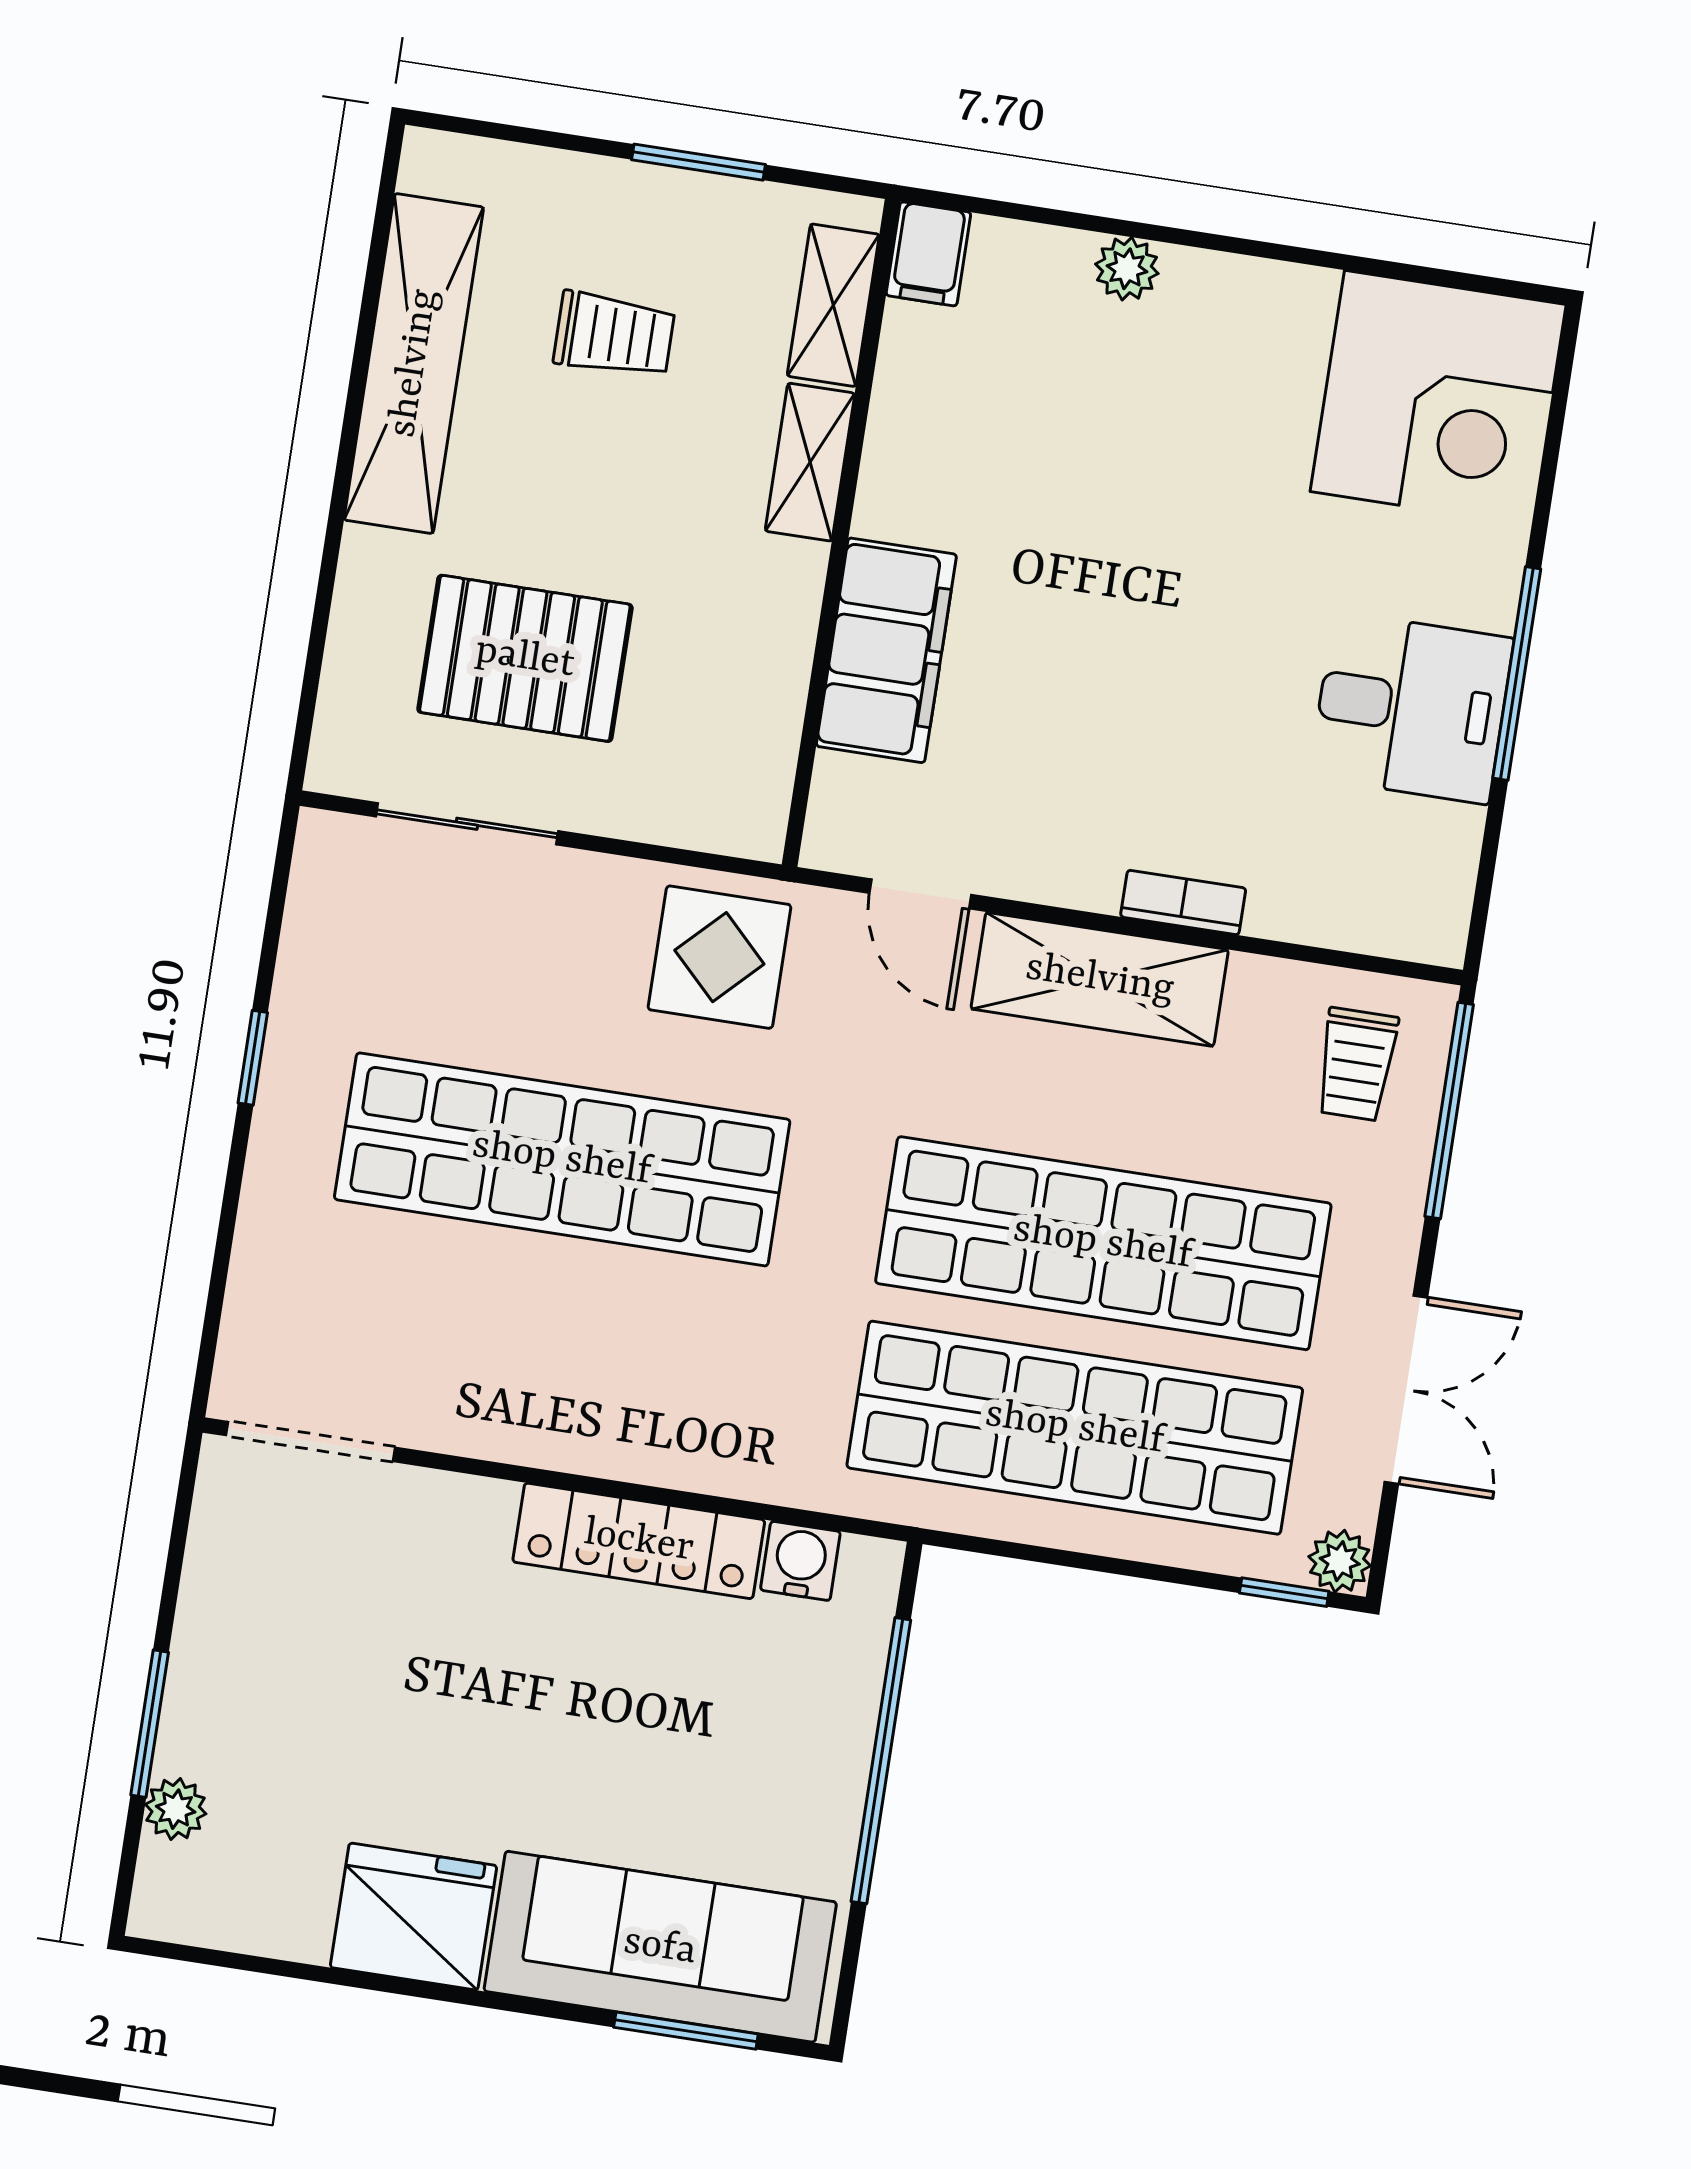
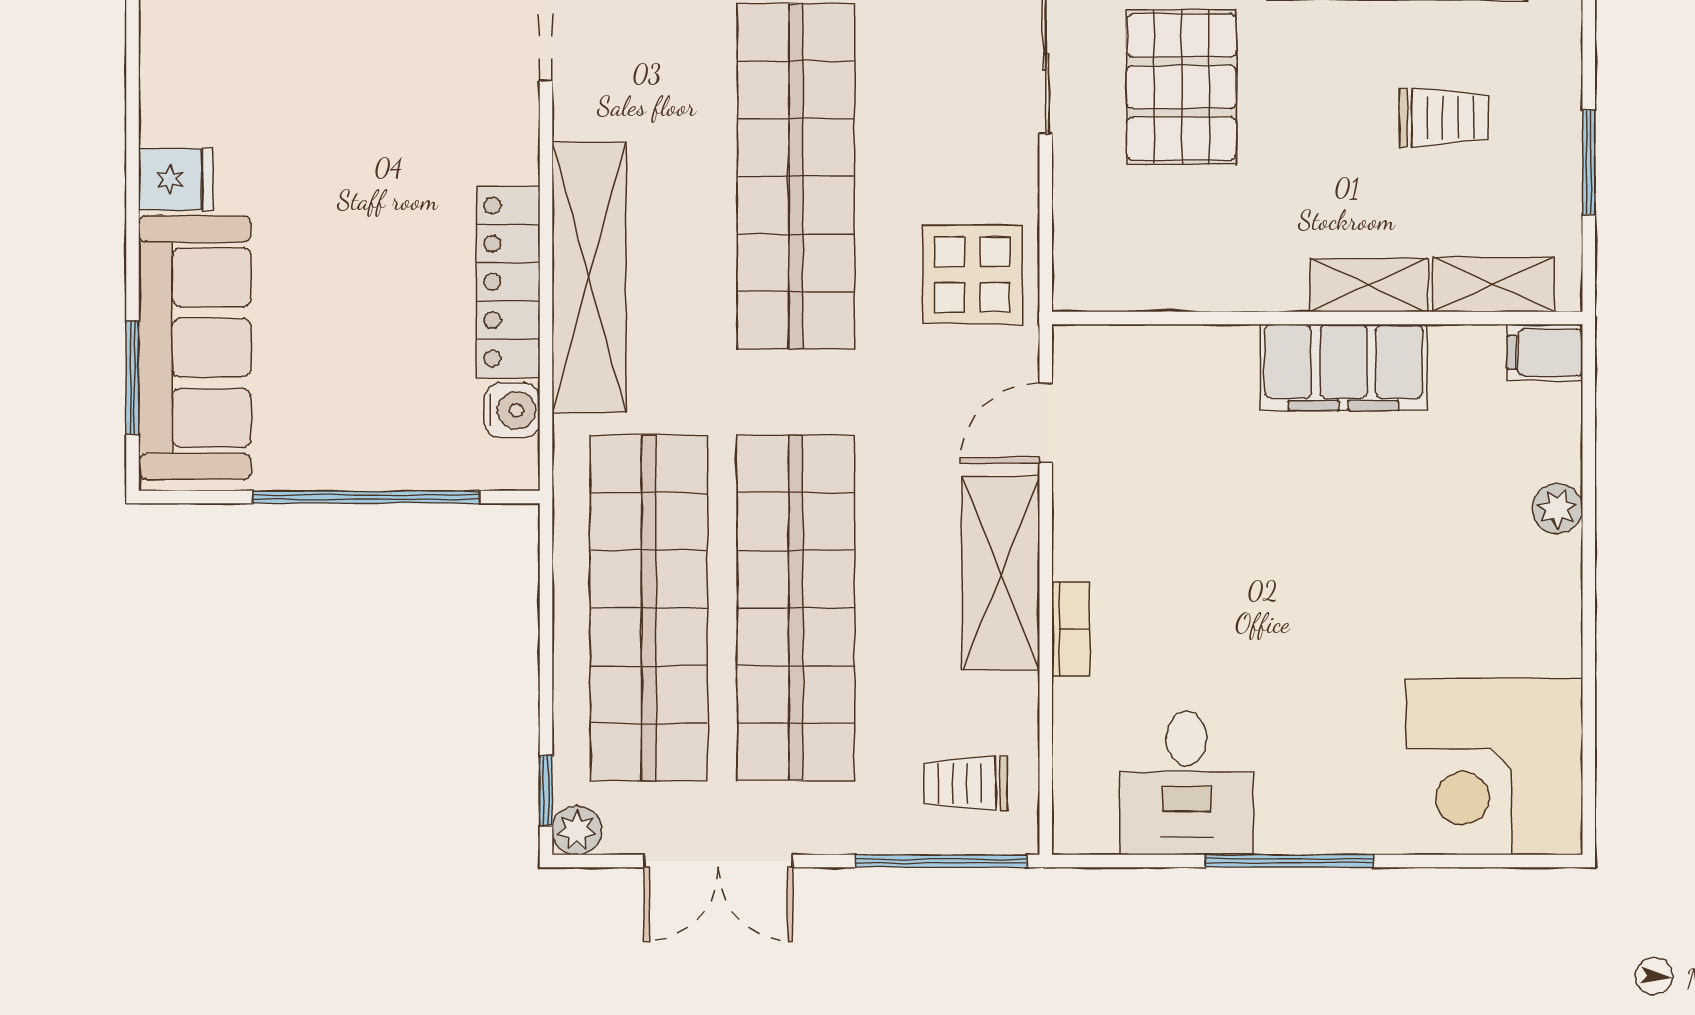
trolley: (614, 335) -> (1444, 117), turned -90
filing cabinet: (886, 650) -> (1344, 367), moved
desk: (1411, 708) -> (1187, 783), moved
shelving: (649, 1438) -> (589, 277), added
fridge: (414, 1917) -> (176, 179), width x0.53, depth x0.75

